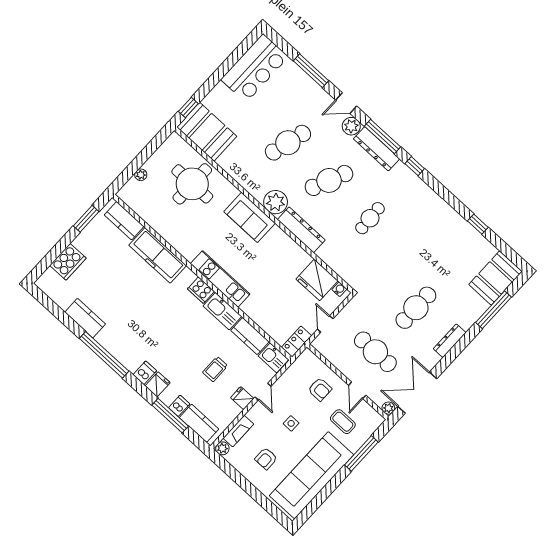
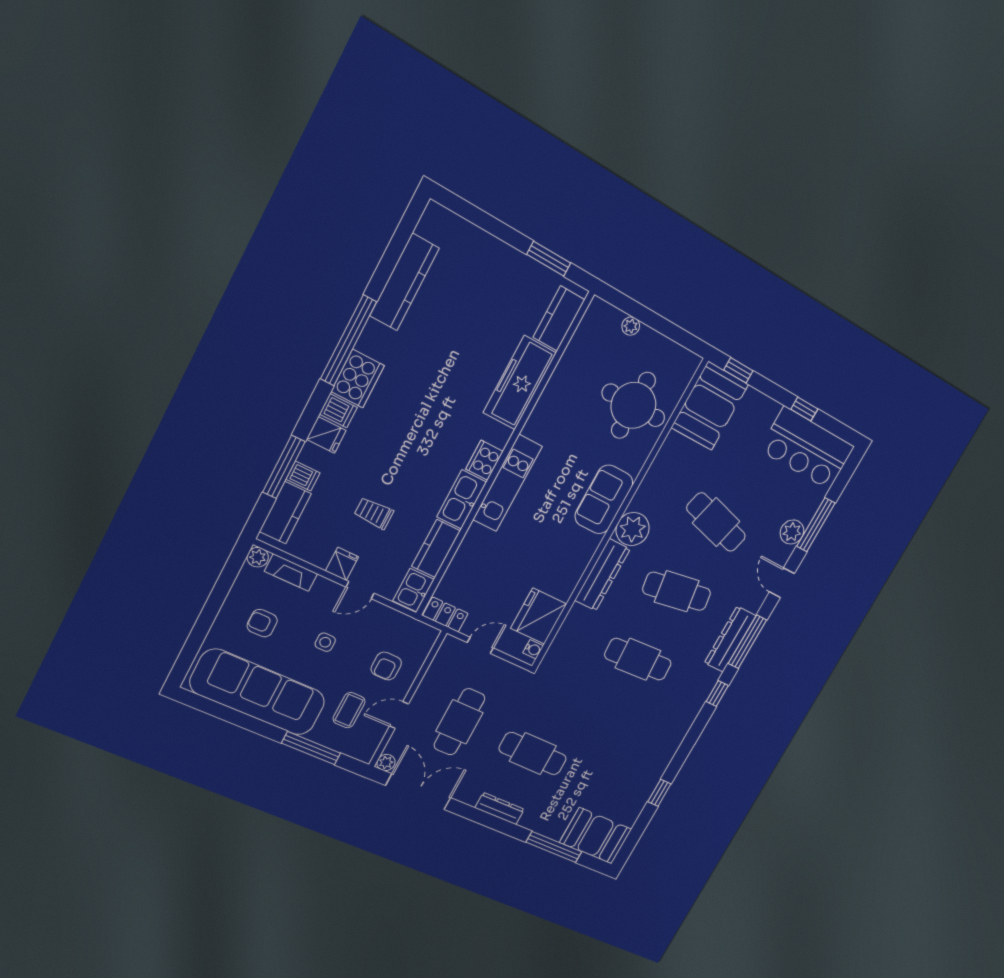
window: (227, 65) -> (804, 409), added
plant: (351, 126) -> (792, 532), moved
cafe table: (329, 180) -> (677, 591), turned -33
cafe table: (370, 218) -> (638, 659), width x1.37, depth x1.35
cooker: (68, 262) -> (358, 378), moved, turned -90
kitchen counter: (85, 318) -> (404, 282), width x1.50

